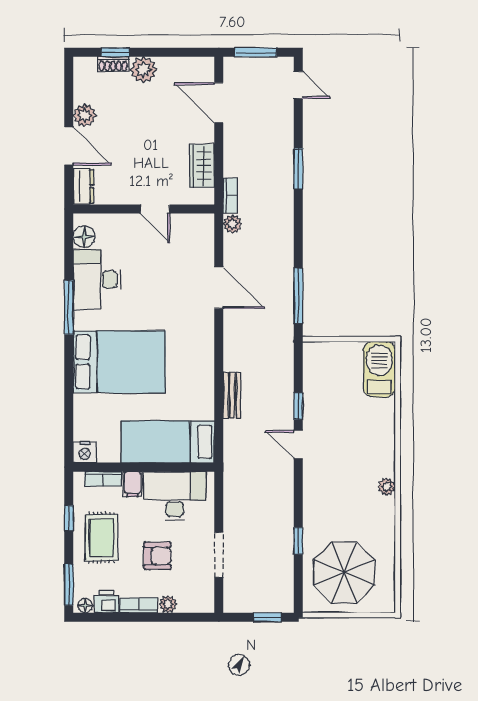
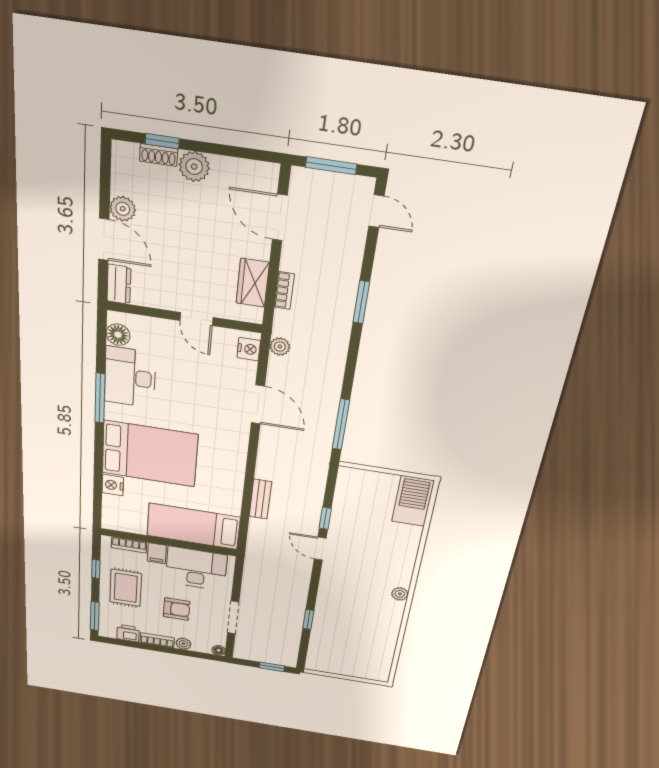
bookcase: (230, 196) -> (284, 291), moved
nightstand: (205, 231) -> (249, 349), added
nightstand: (85, 452) -> (113, 485), moved, turned 90
parasol: (344, 573) -> (347, 648), removed
floor lamp: (85, 606) -> (219, 650), moved

